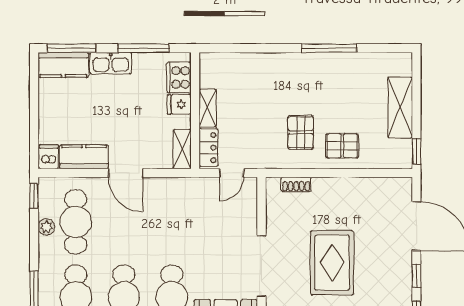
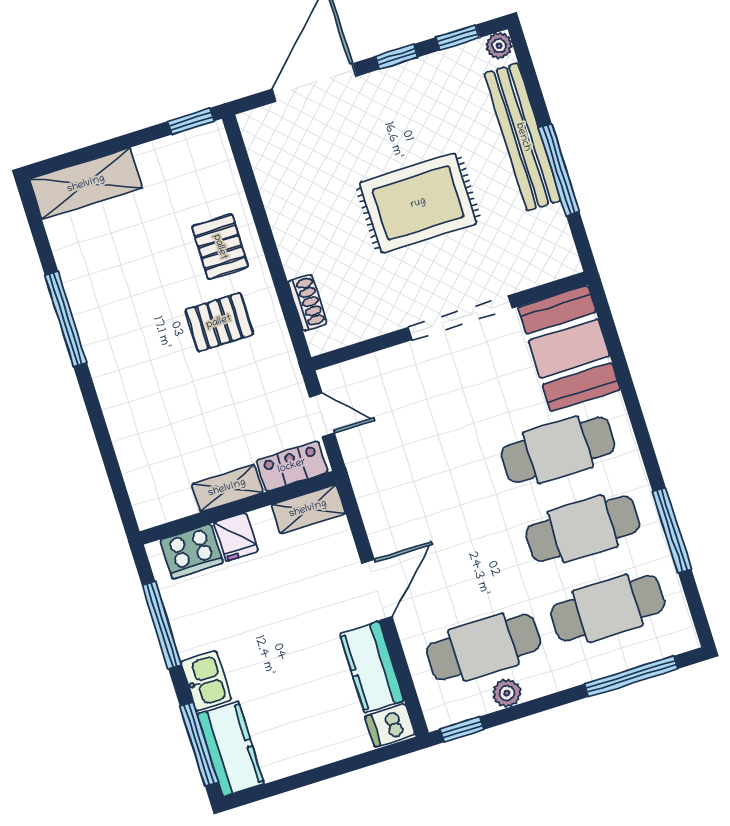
kitchen sink: (111, 63) -> (206, 681), width x0.73
shelving: (400, 107) -> (86, 184), moved

